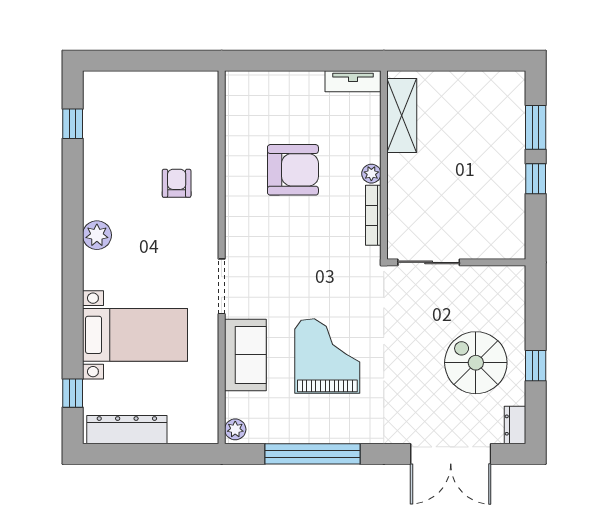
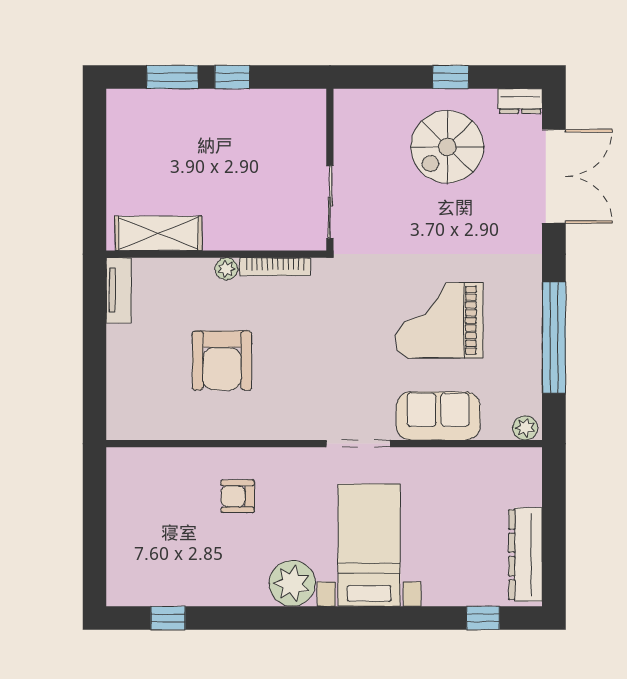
armchair: (293, 170) -> (222, 361), turned 180
plant: (97, 235) -> (292, 583), width x1.36, depth x1.36
bed with nightstands: (135, 335) -> (369, 545), moved

